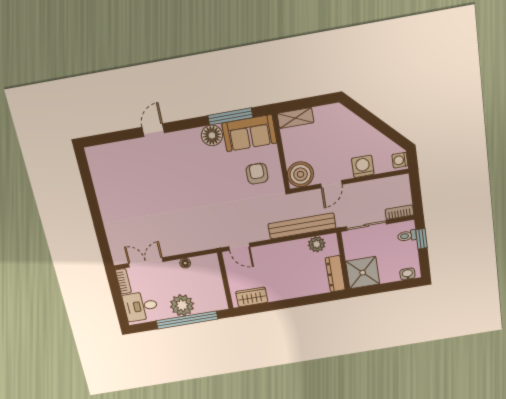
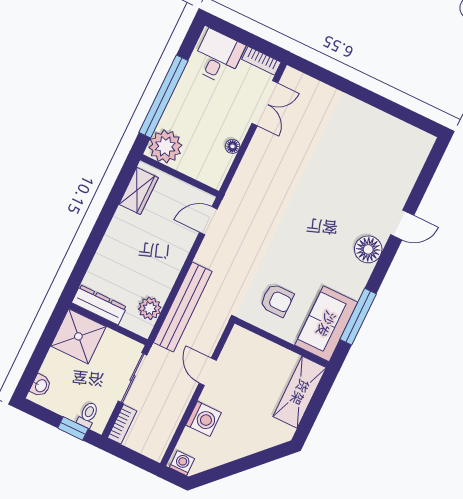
shelving: (295, 118) -> (300, 392), width x1.50, depth x1.33
door: (153, 130) -> (402, 225), hinge flipped
floor lamp: (212, 135) -> (368, 249), moved
boiler: (300, 174) -> (243, 346), removed
plant: (182, 305) -> (165, 146), moved

